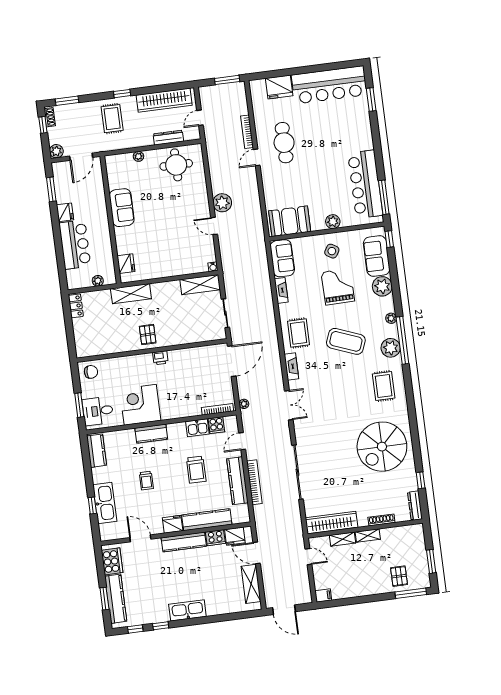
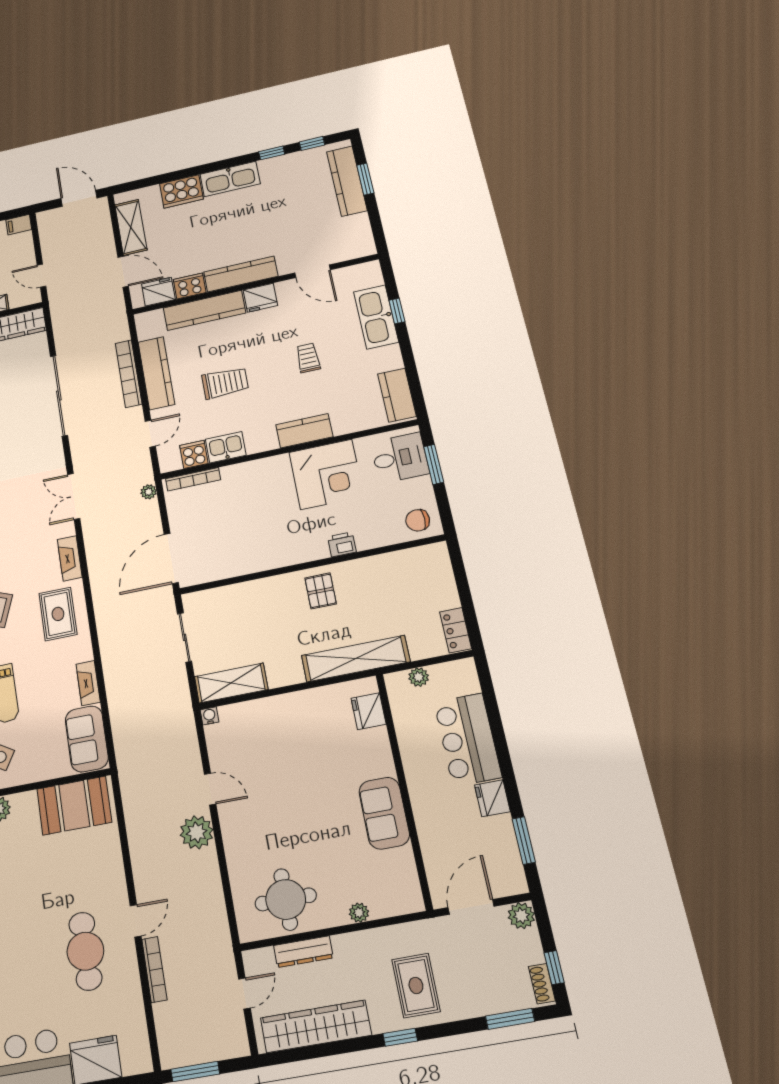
shelving: (131, 294) -> (356, 659), width x1.47
printer: (160, 358) -> (342, 544), moved
trolley: (196, 470) -> (225, 383), turned 90
cooker: (112, 561) -> (181, 191), moved, turned -90

